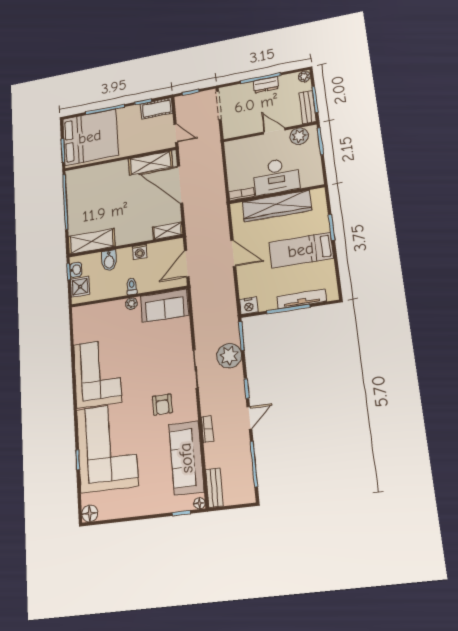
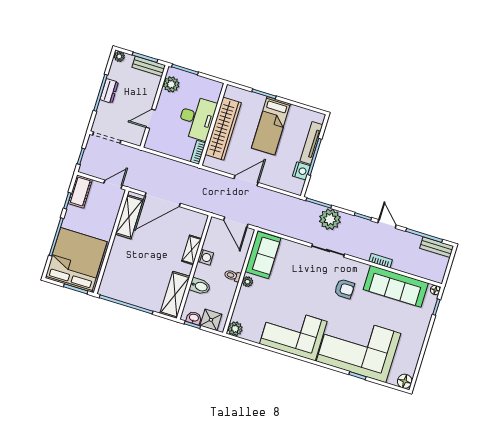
door: (274, 131) -> (151, 119), moved
shelving: (168, 231) -> (192, 250), moved
nightstand: (249, 306) -> (301, 171), moved
plant: (80, 314) -> (235, 329), added
bench: (214, 488) -> (437, 247), moved

